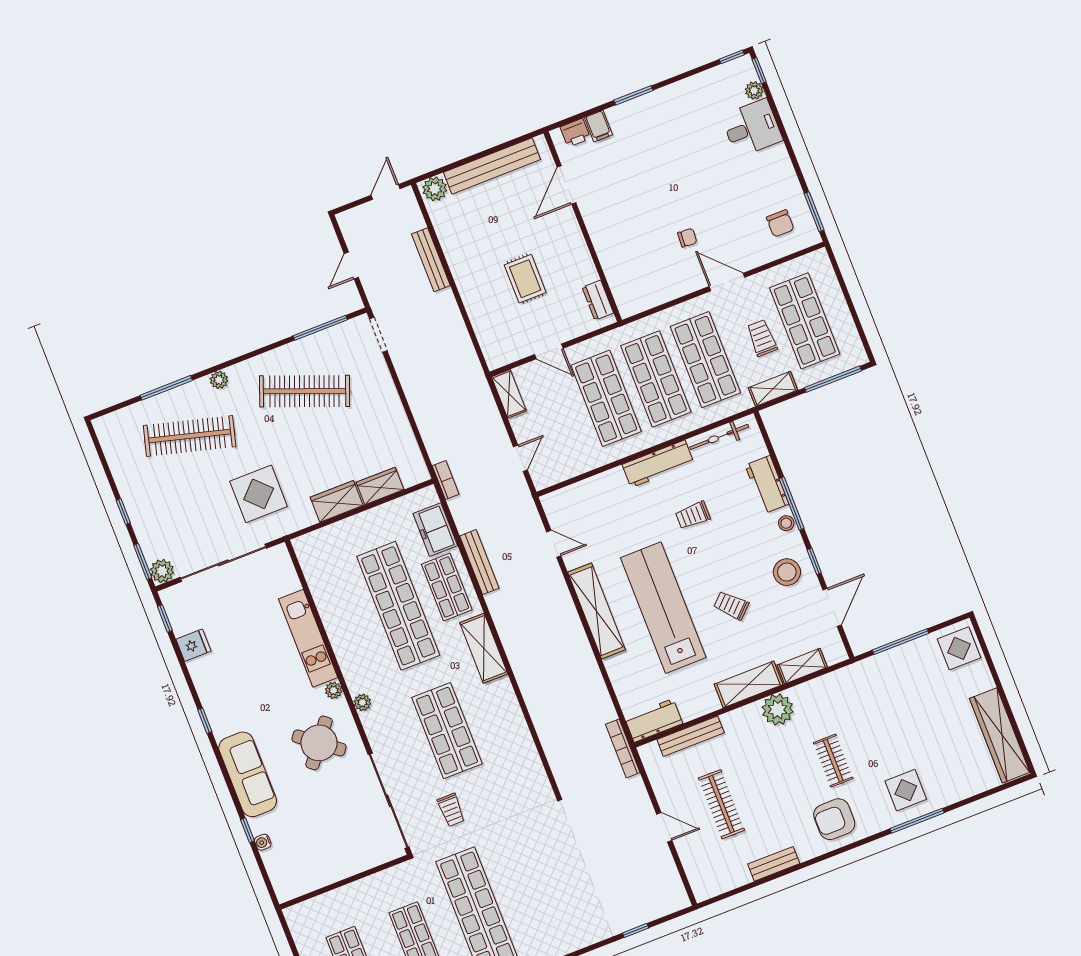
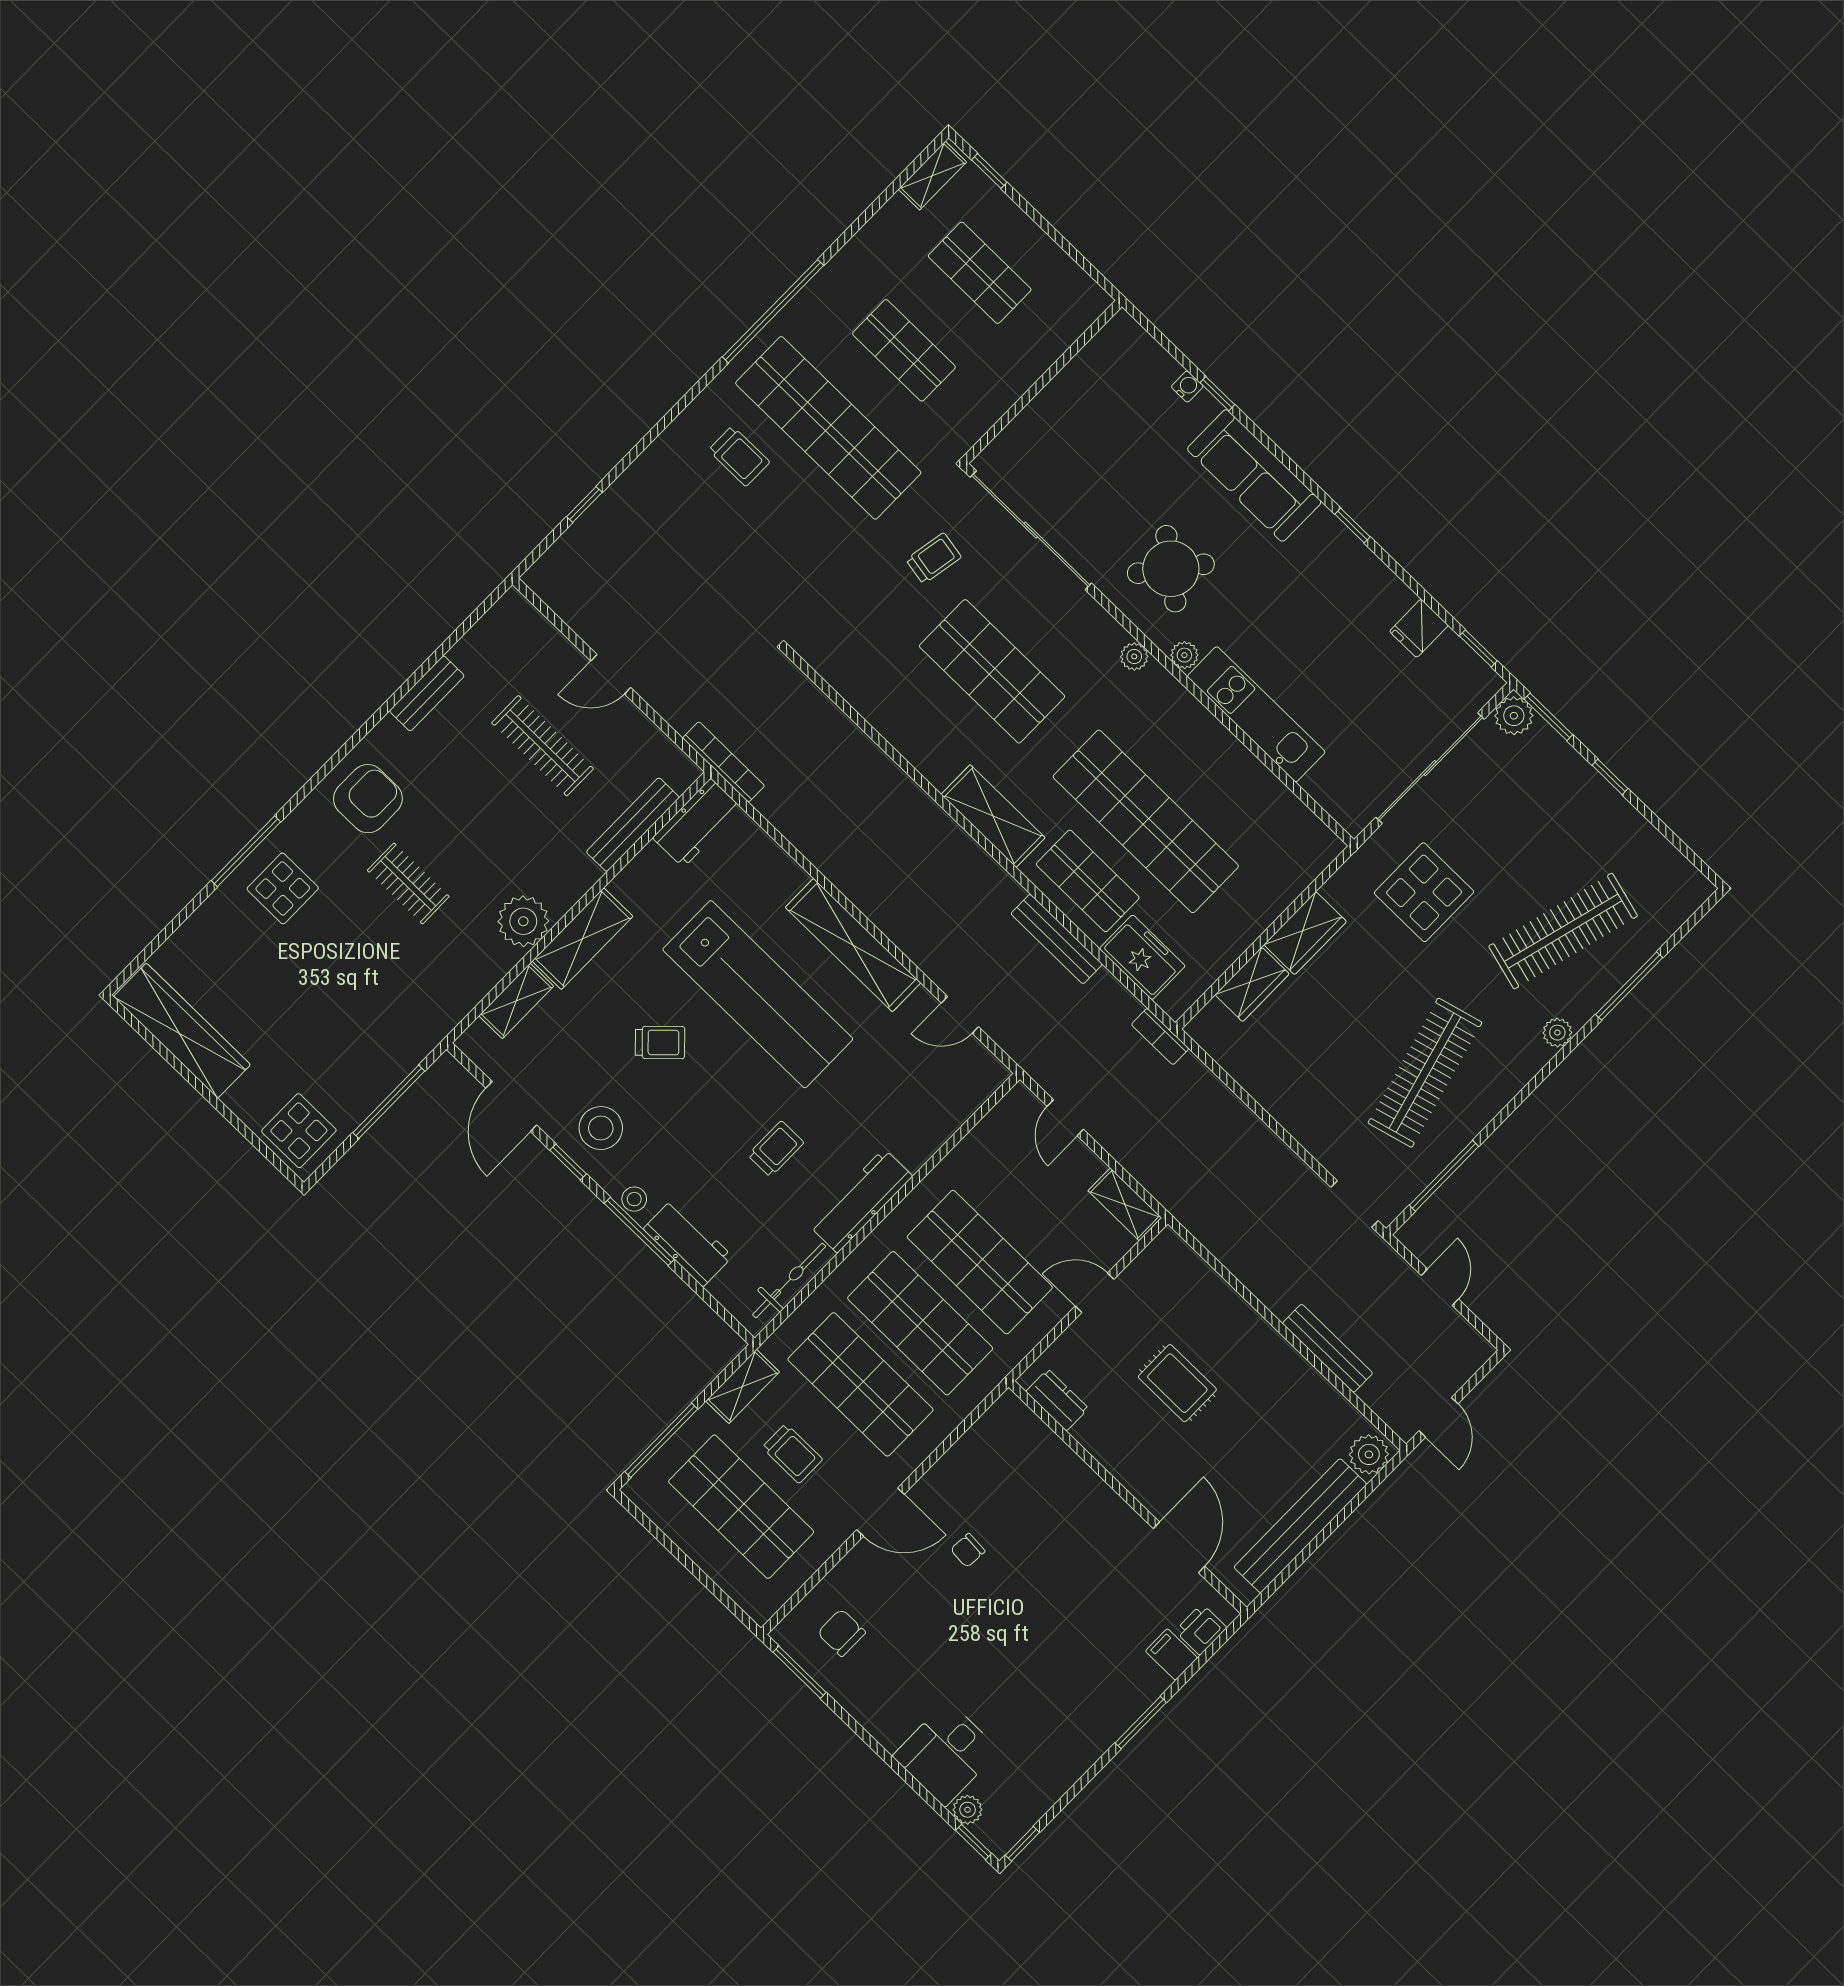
clothes rail: (305, 391) -> (1425, 1073), turned -36
trolley: (451, 810) -> (934, 558), turned 100
trolley: (535, 918) -> (739, 456), added

